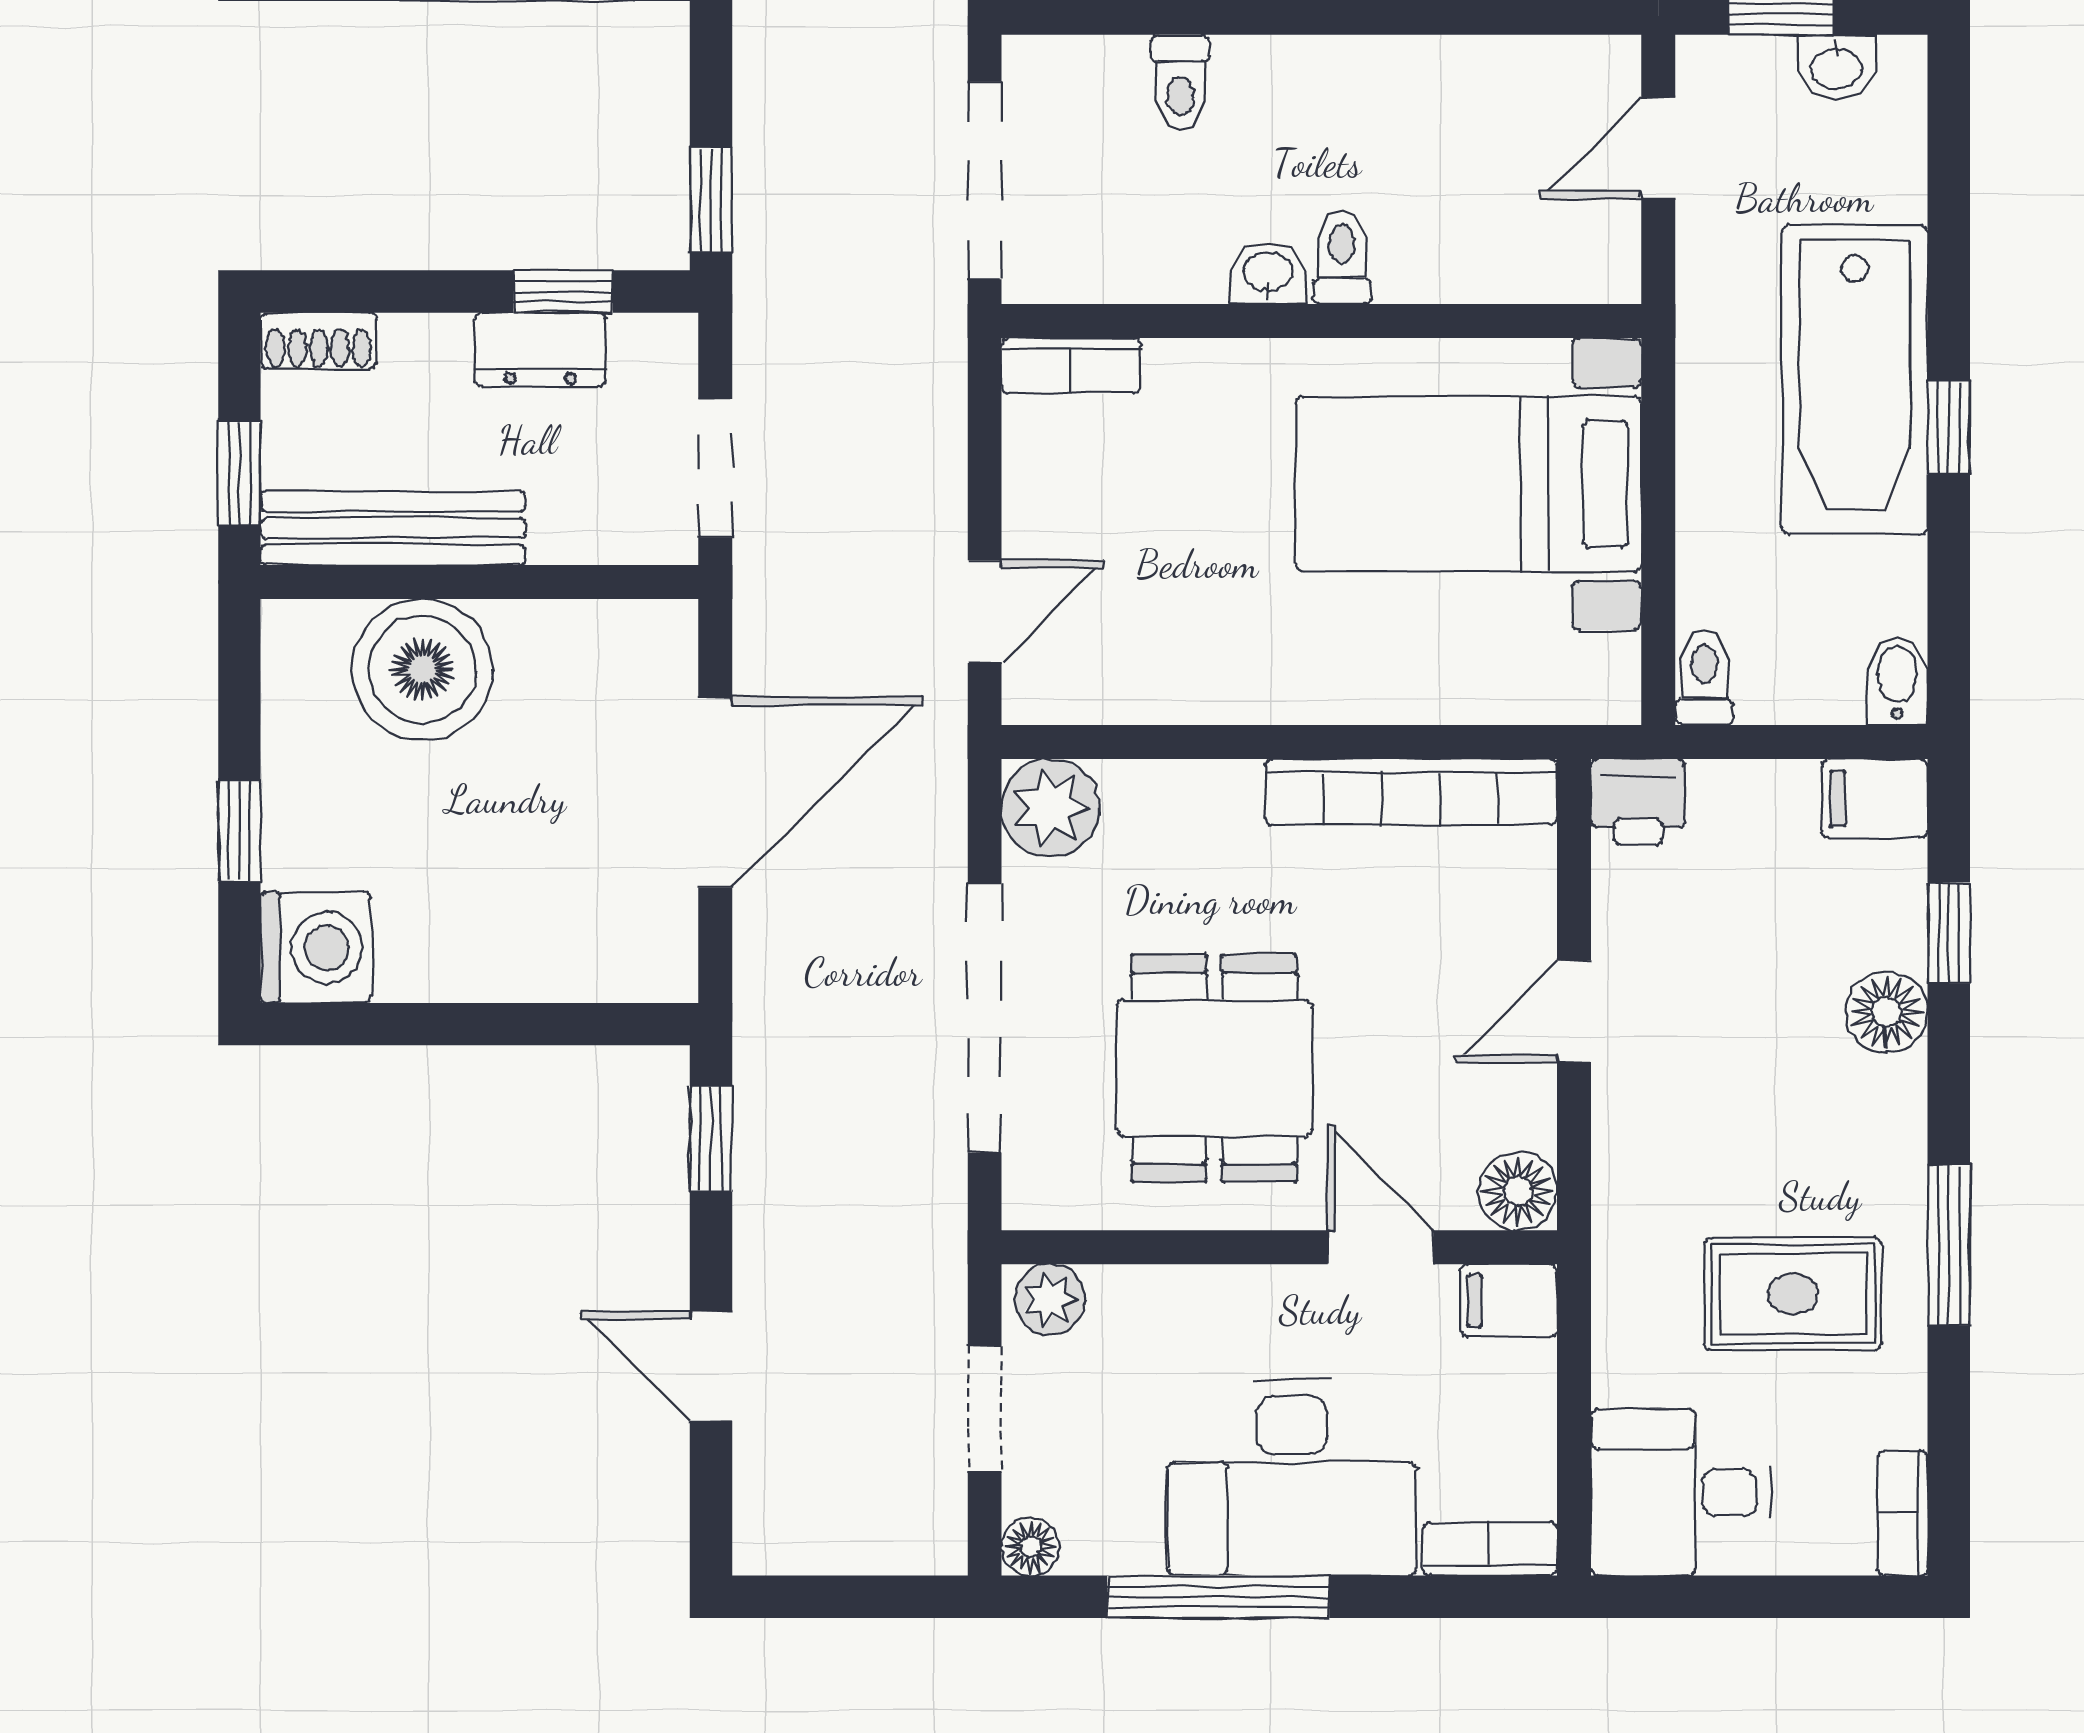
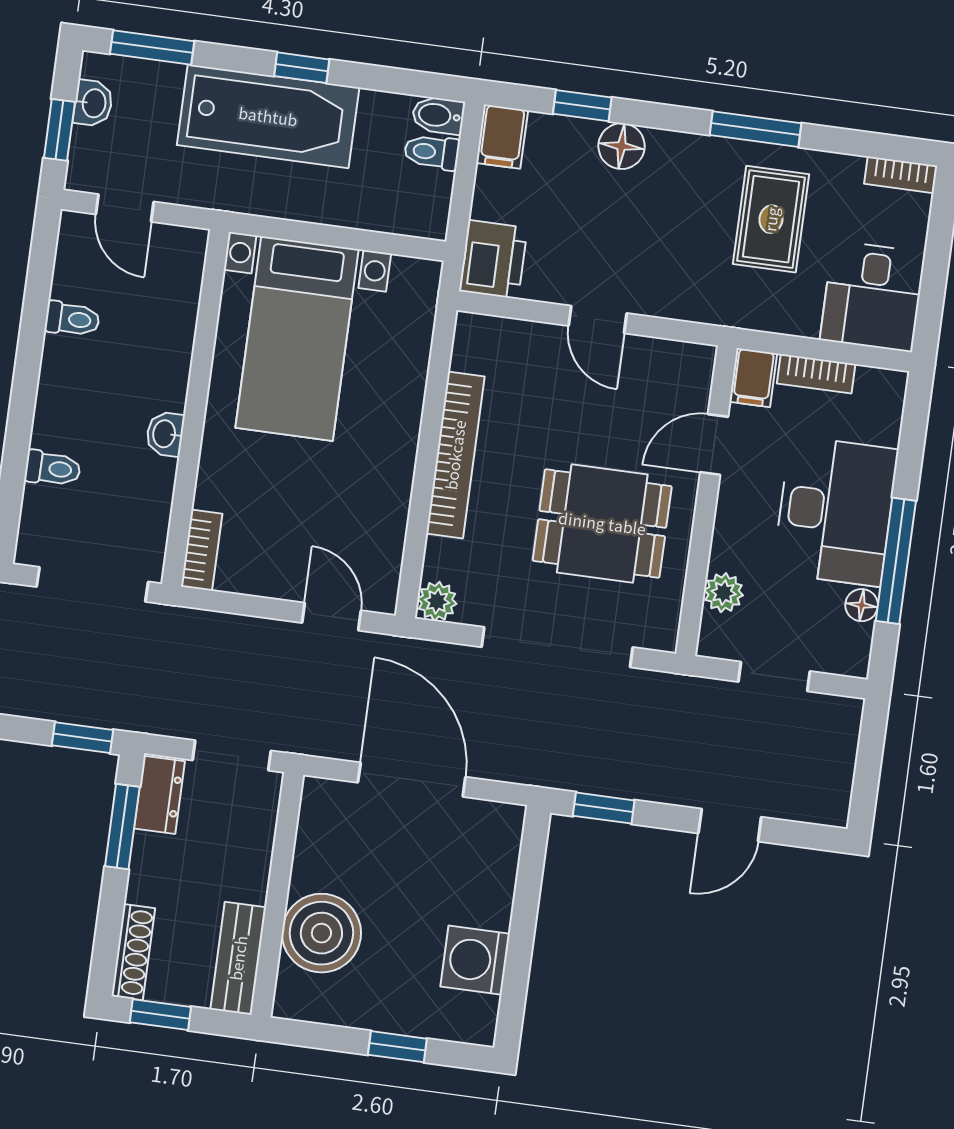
window: (1949, 158) -> (152, 47), added
toilet: (1342, 257) -> (72, 319), moved, turned 180
window: (563, 292) -> (122, 827), width x1.50
shoe rack: (319, 341) -> (133, 952), width x1.43
dresser: (540, 350) -> (159, 795), moved
window: (239, 473) -> (160, 1015), moved
bench: (393, 528) -> (238, 958), width x0.73
toilet: (1704, 678) -> (432, 152), moved
bookcase: (1411, 792) -> (455, 455), moved
printer: (1638, 802) -> (493, 259), width x1.36, depth x1.24
plant: (1050, 808) -> (437, 601), width x0.73, depth x0.73
washing machine: (316, 948) -> (475, 960), moved, turned -90
floor lamp: (1518, 1191) -> (693, 364), removed
plant: (1050, 1299) -> (724, 593), moved
floor lamp: (1030, 1547) -> (862, 605), moved
bookcase: (1490, 1549) -> (816, 374), moved, turned -90

